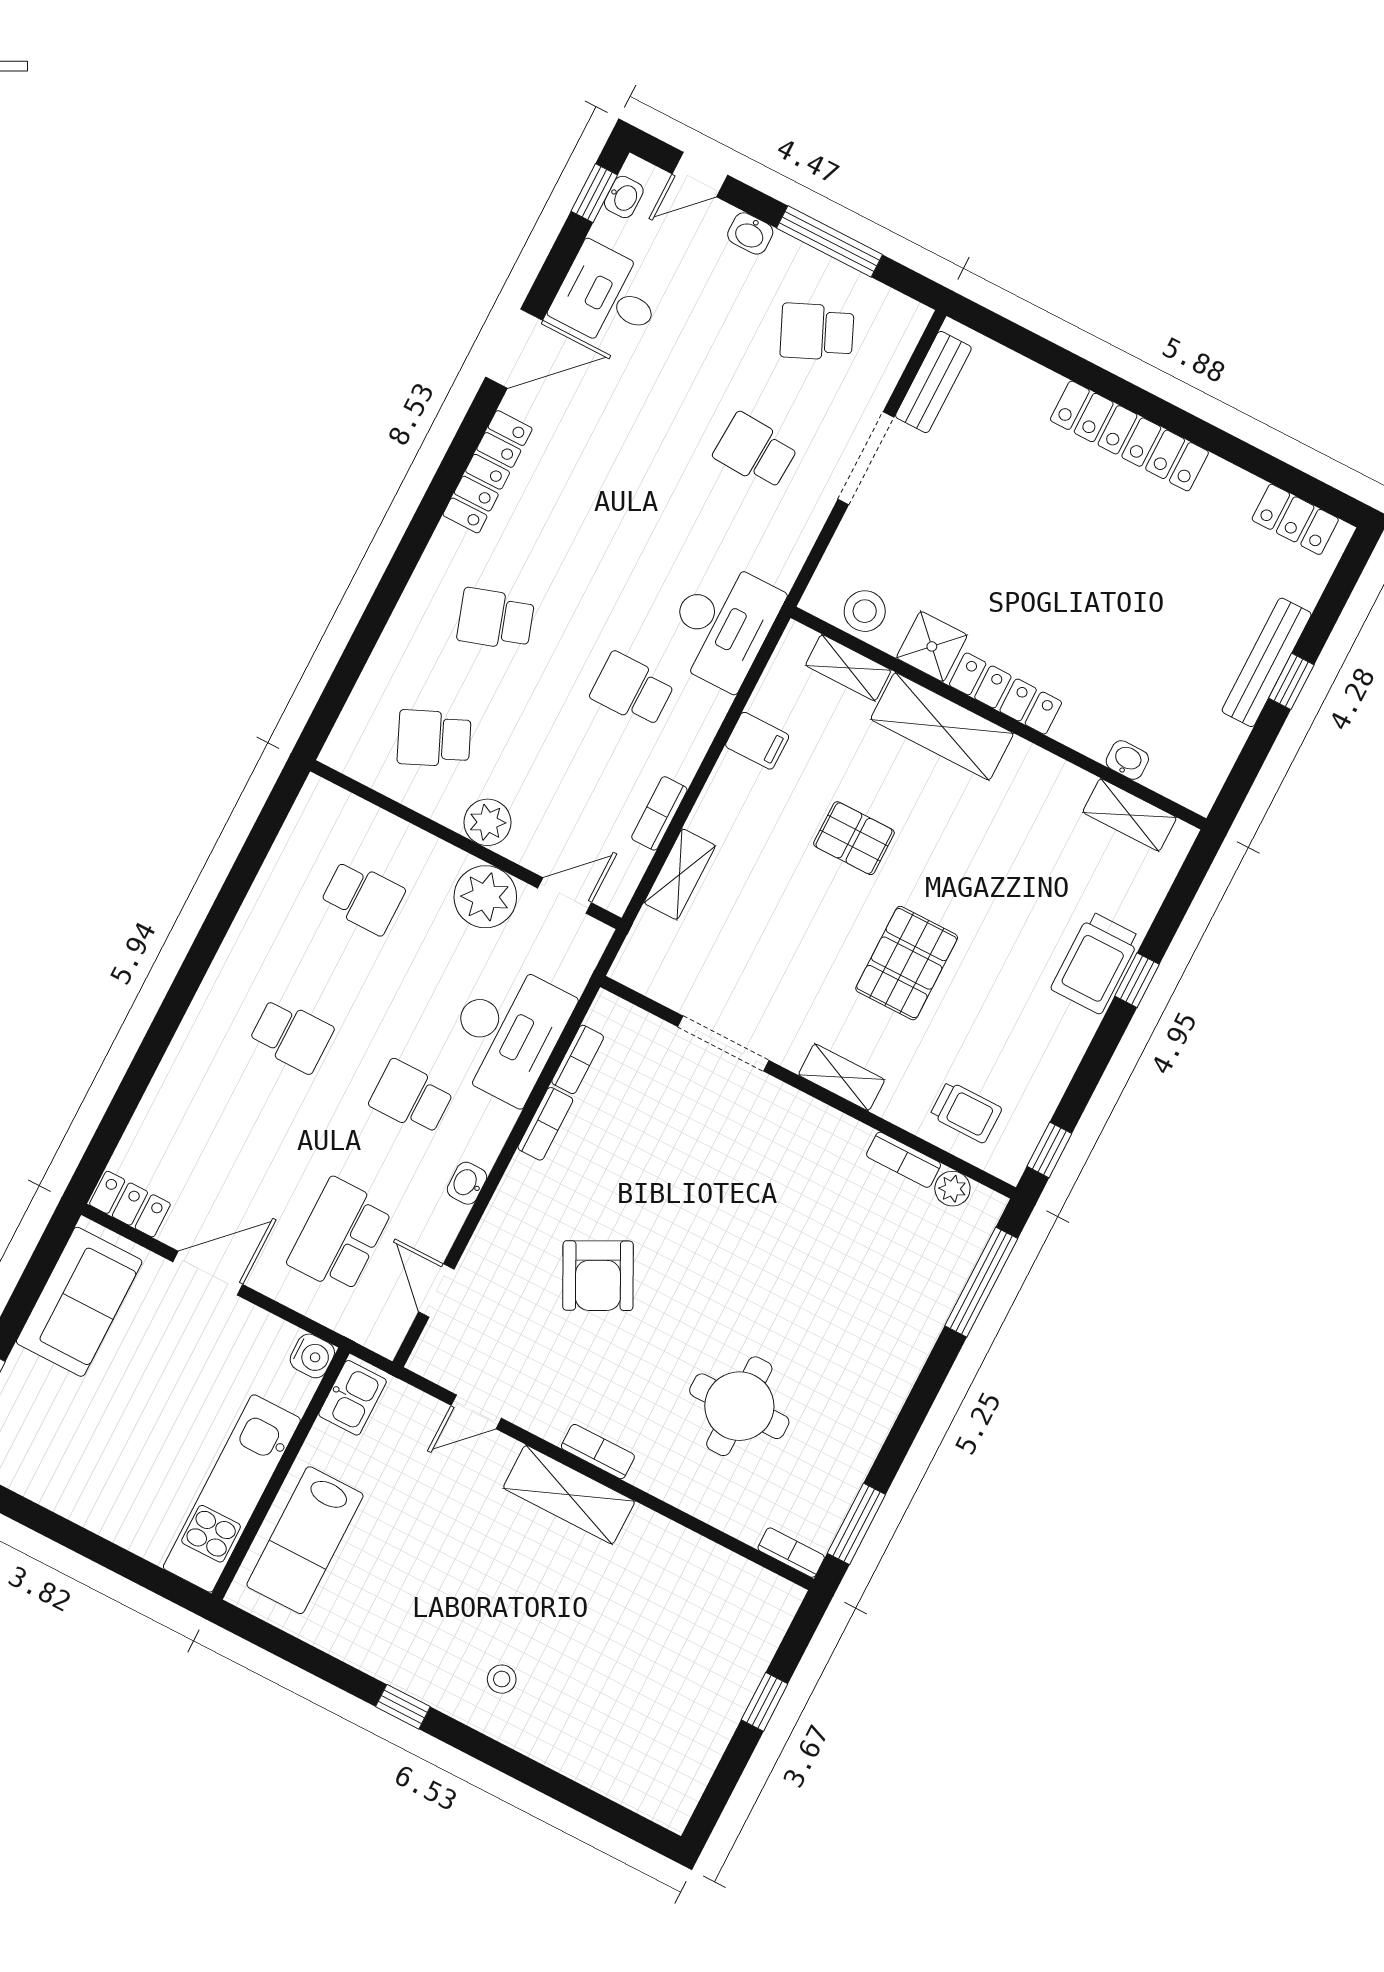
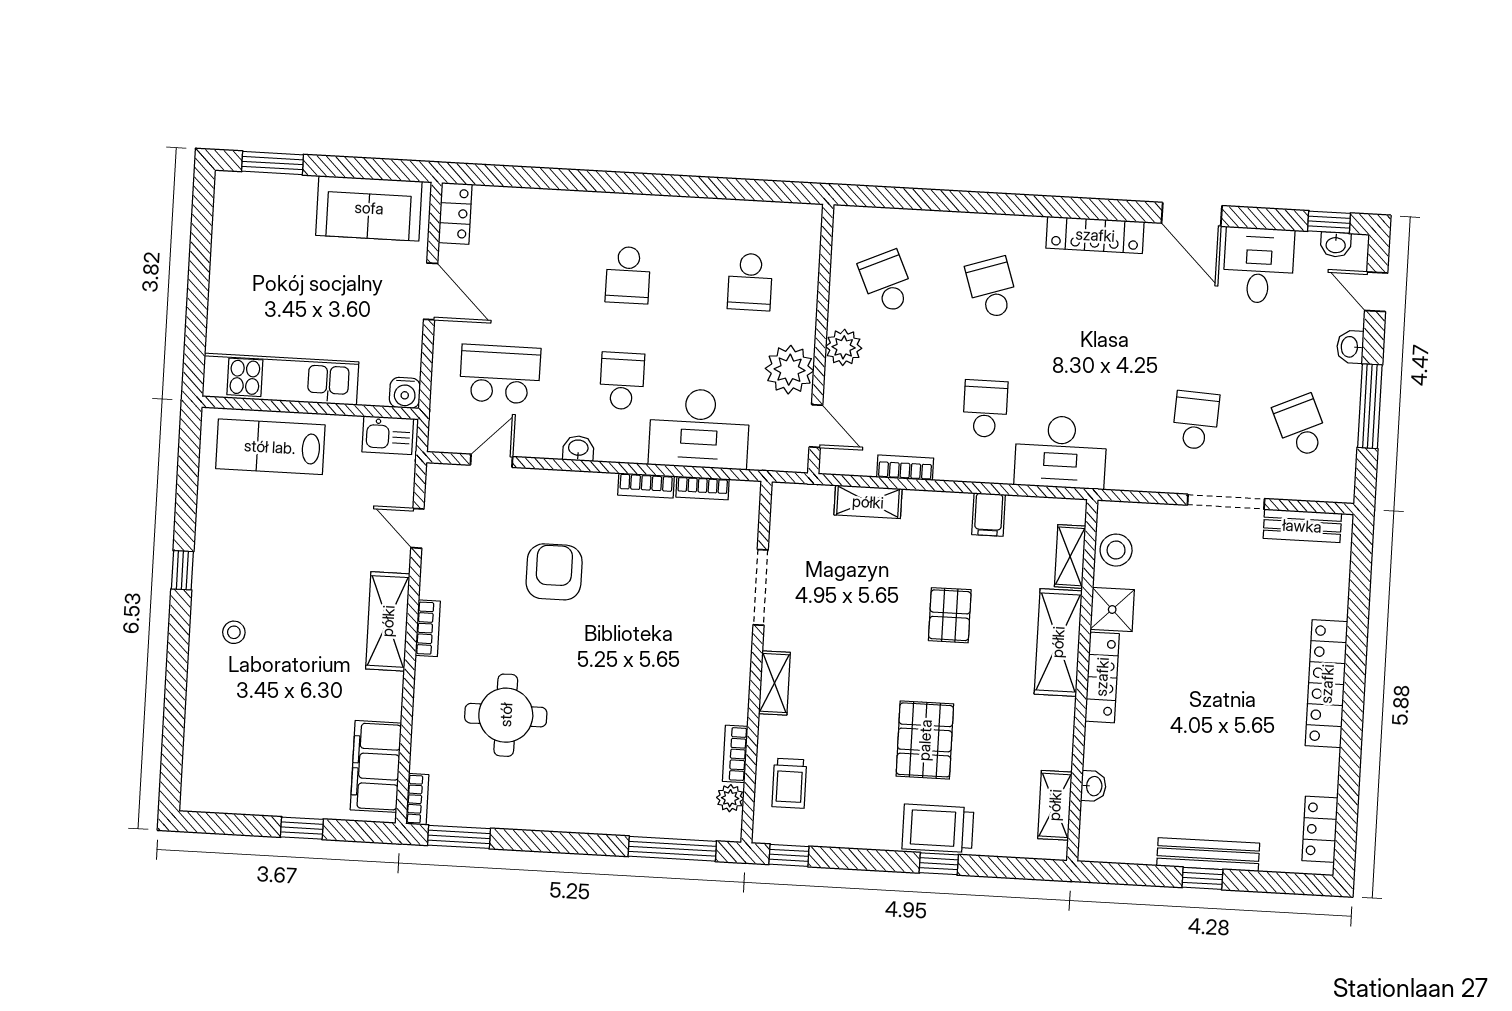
pallet: (907, 963) -> (925, 740), moved, turned 90
armchair: (598, 1276) -> (554, 572), turned 117
filing cabinet: (731, 1584) -> (376, 766), added

